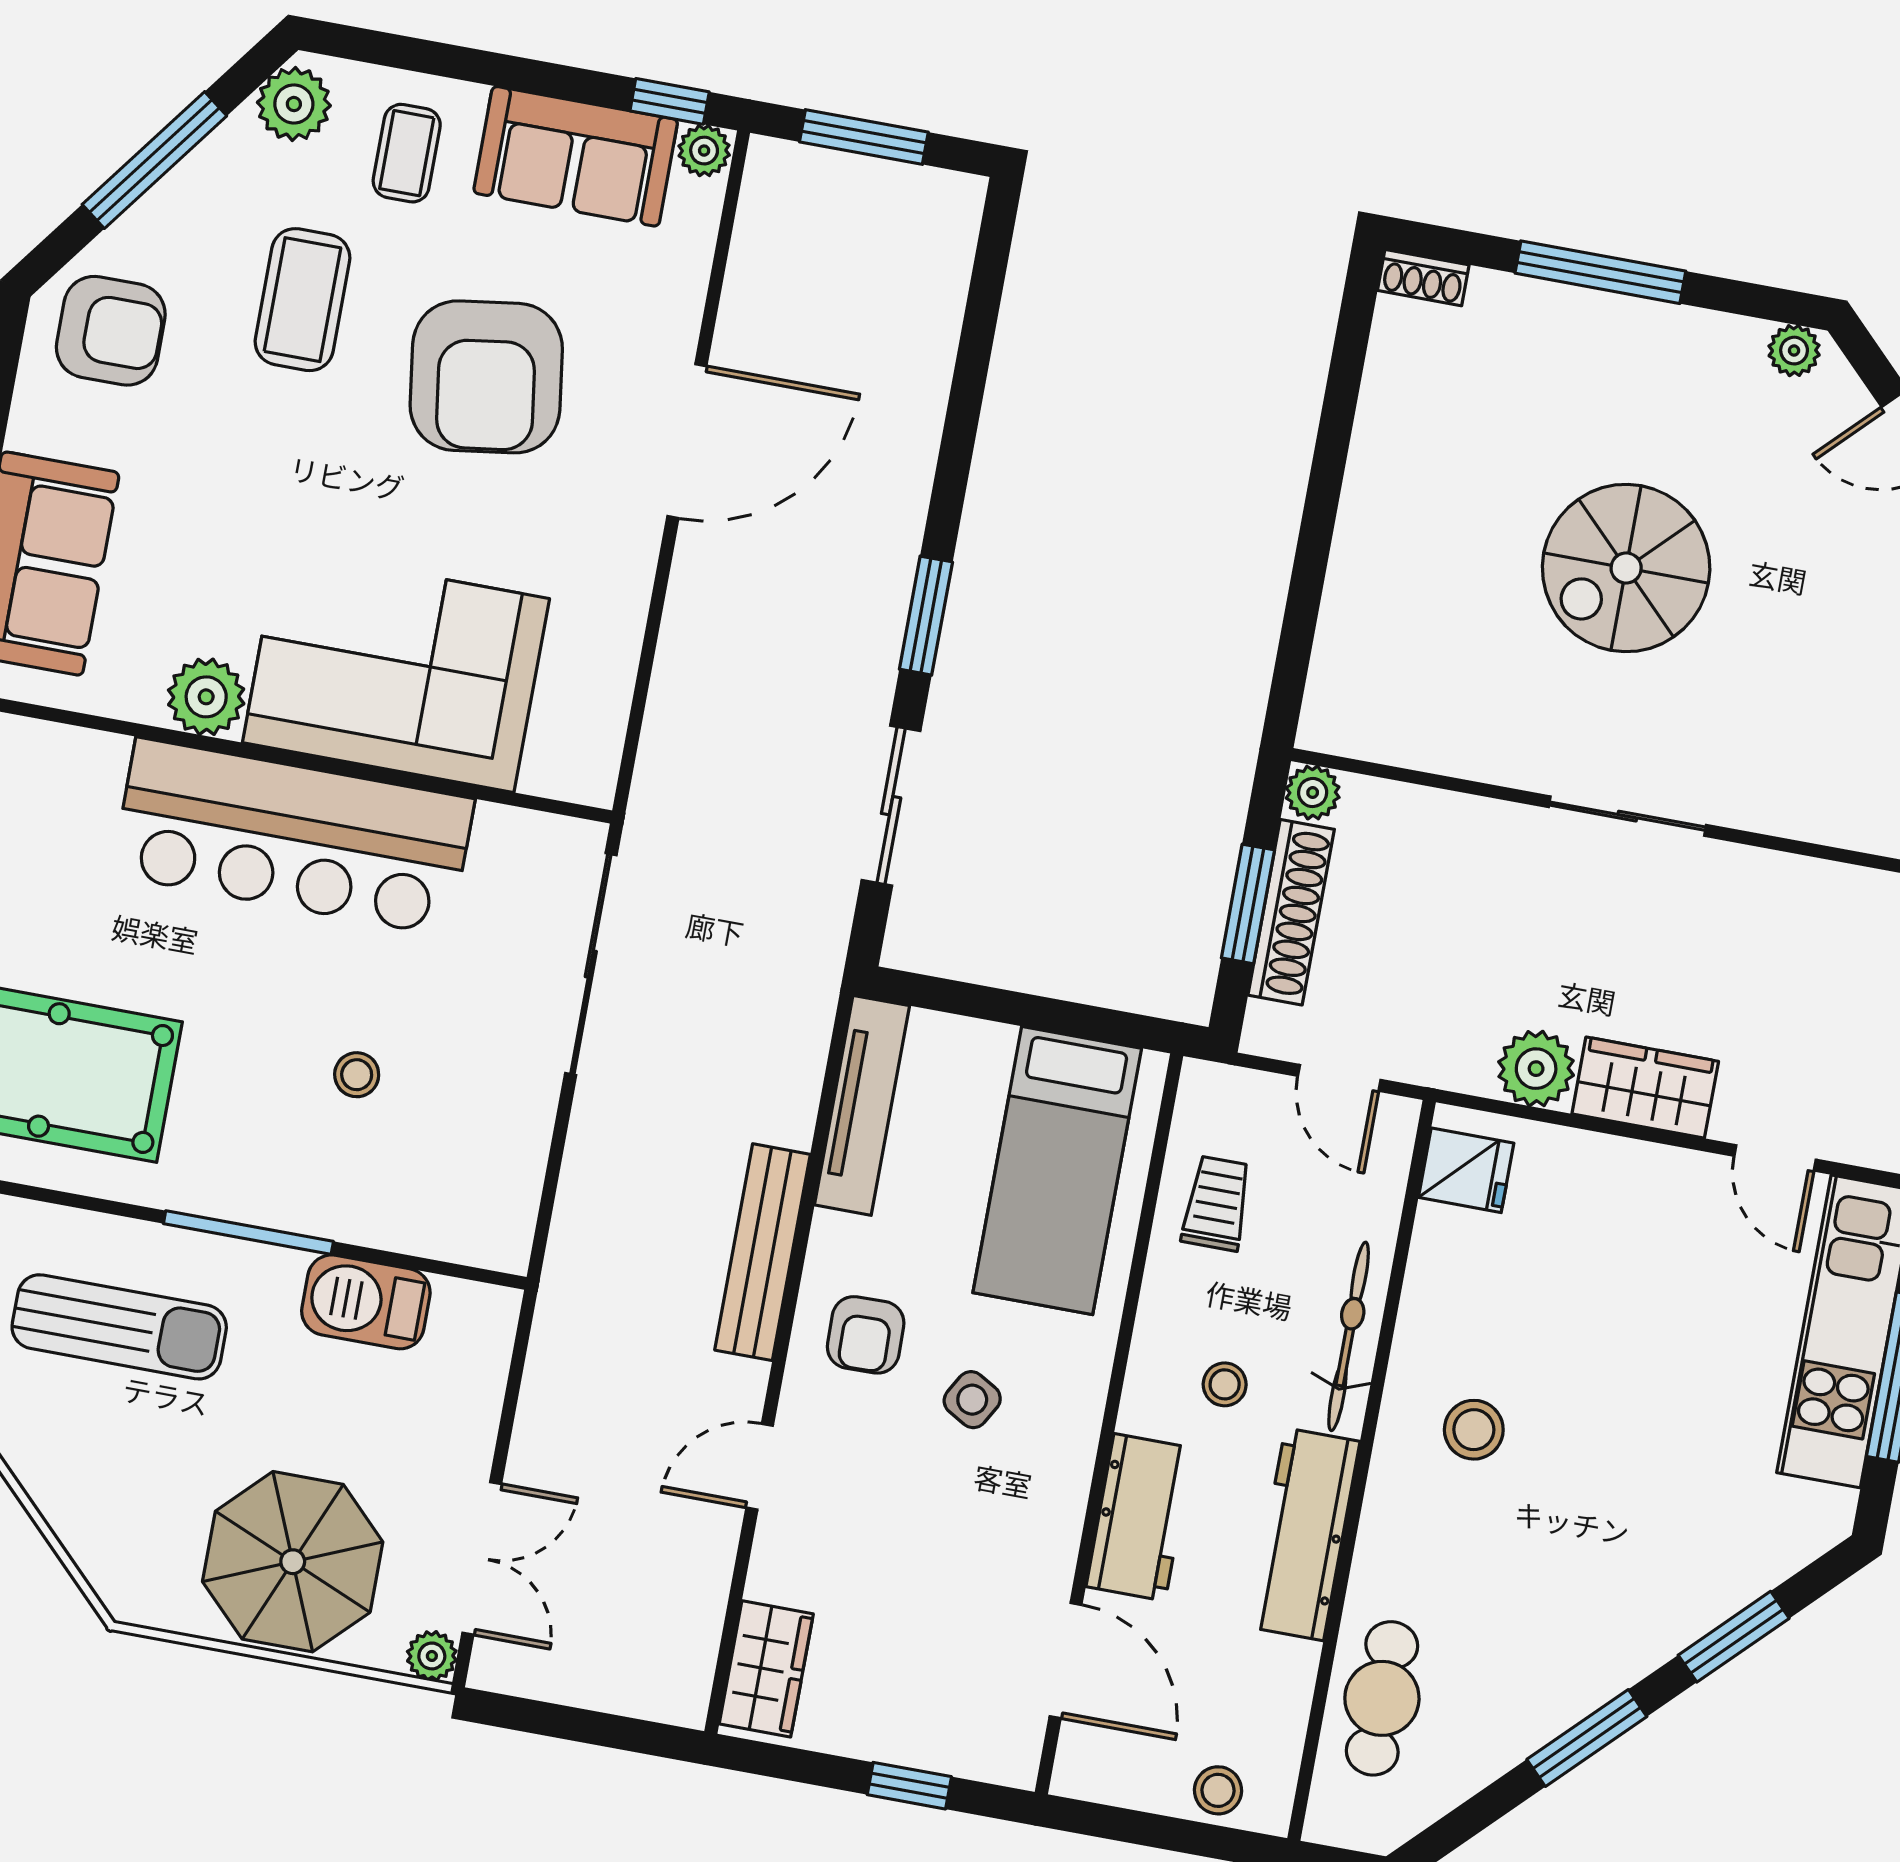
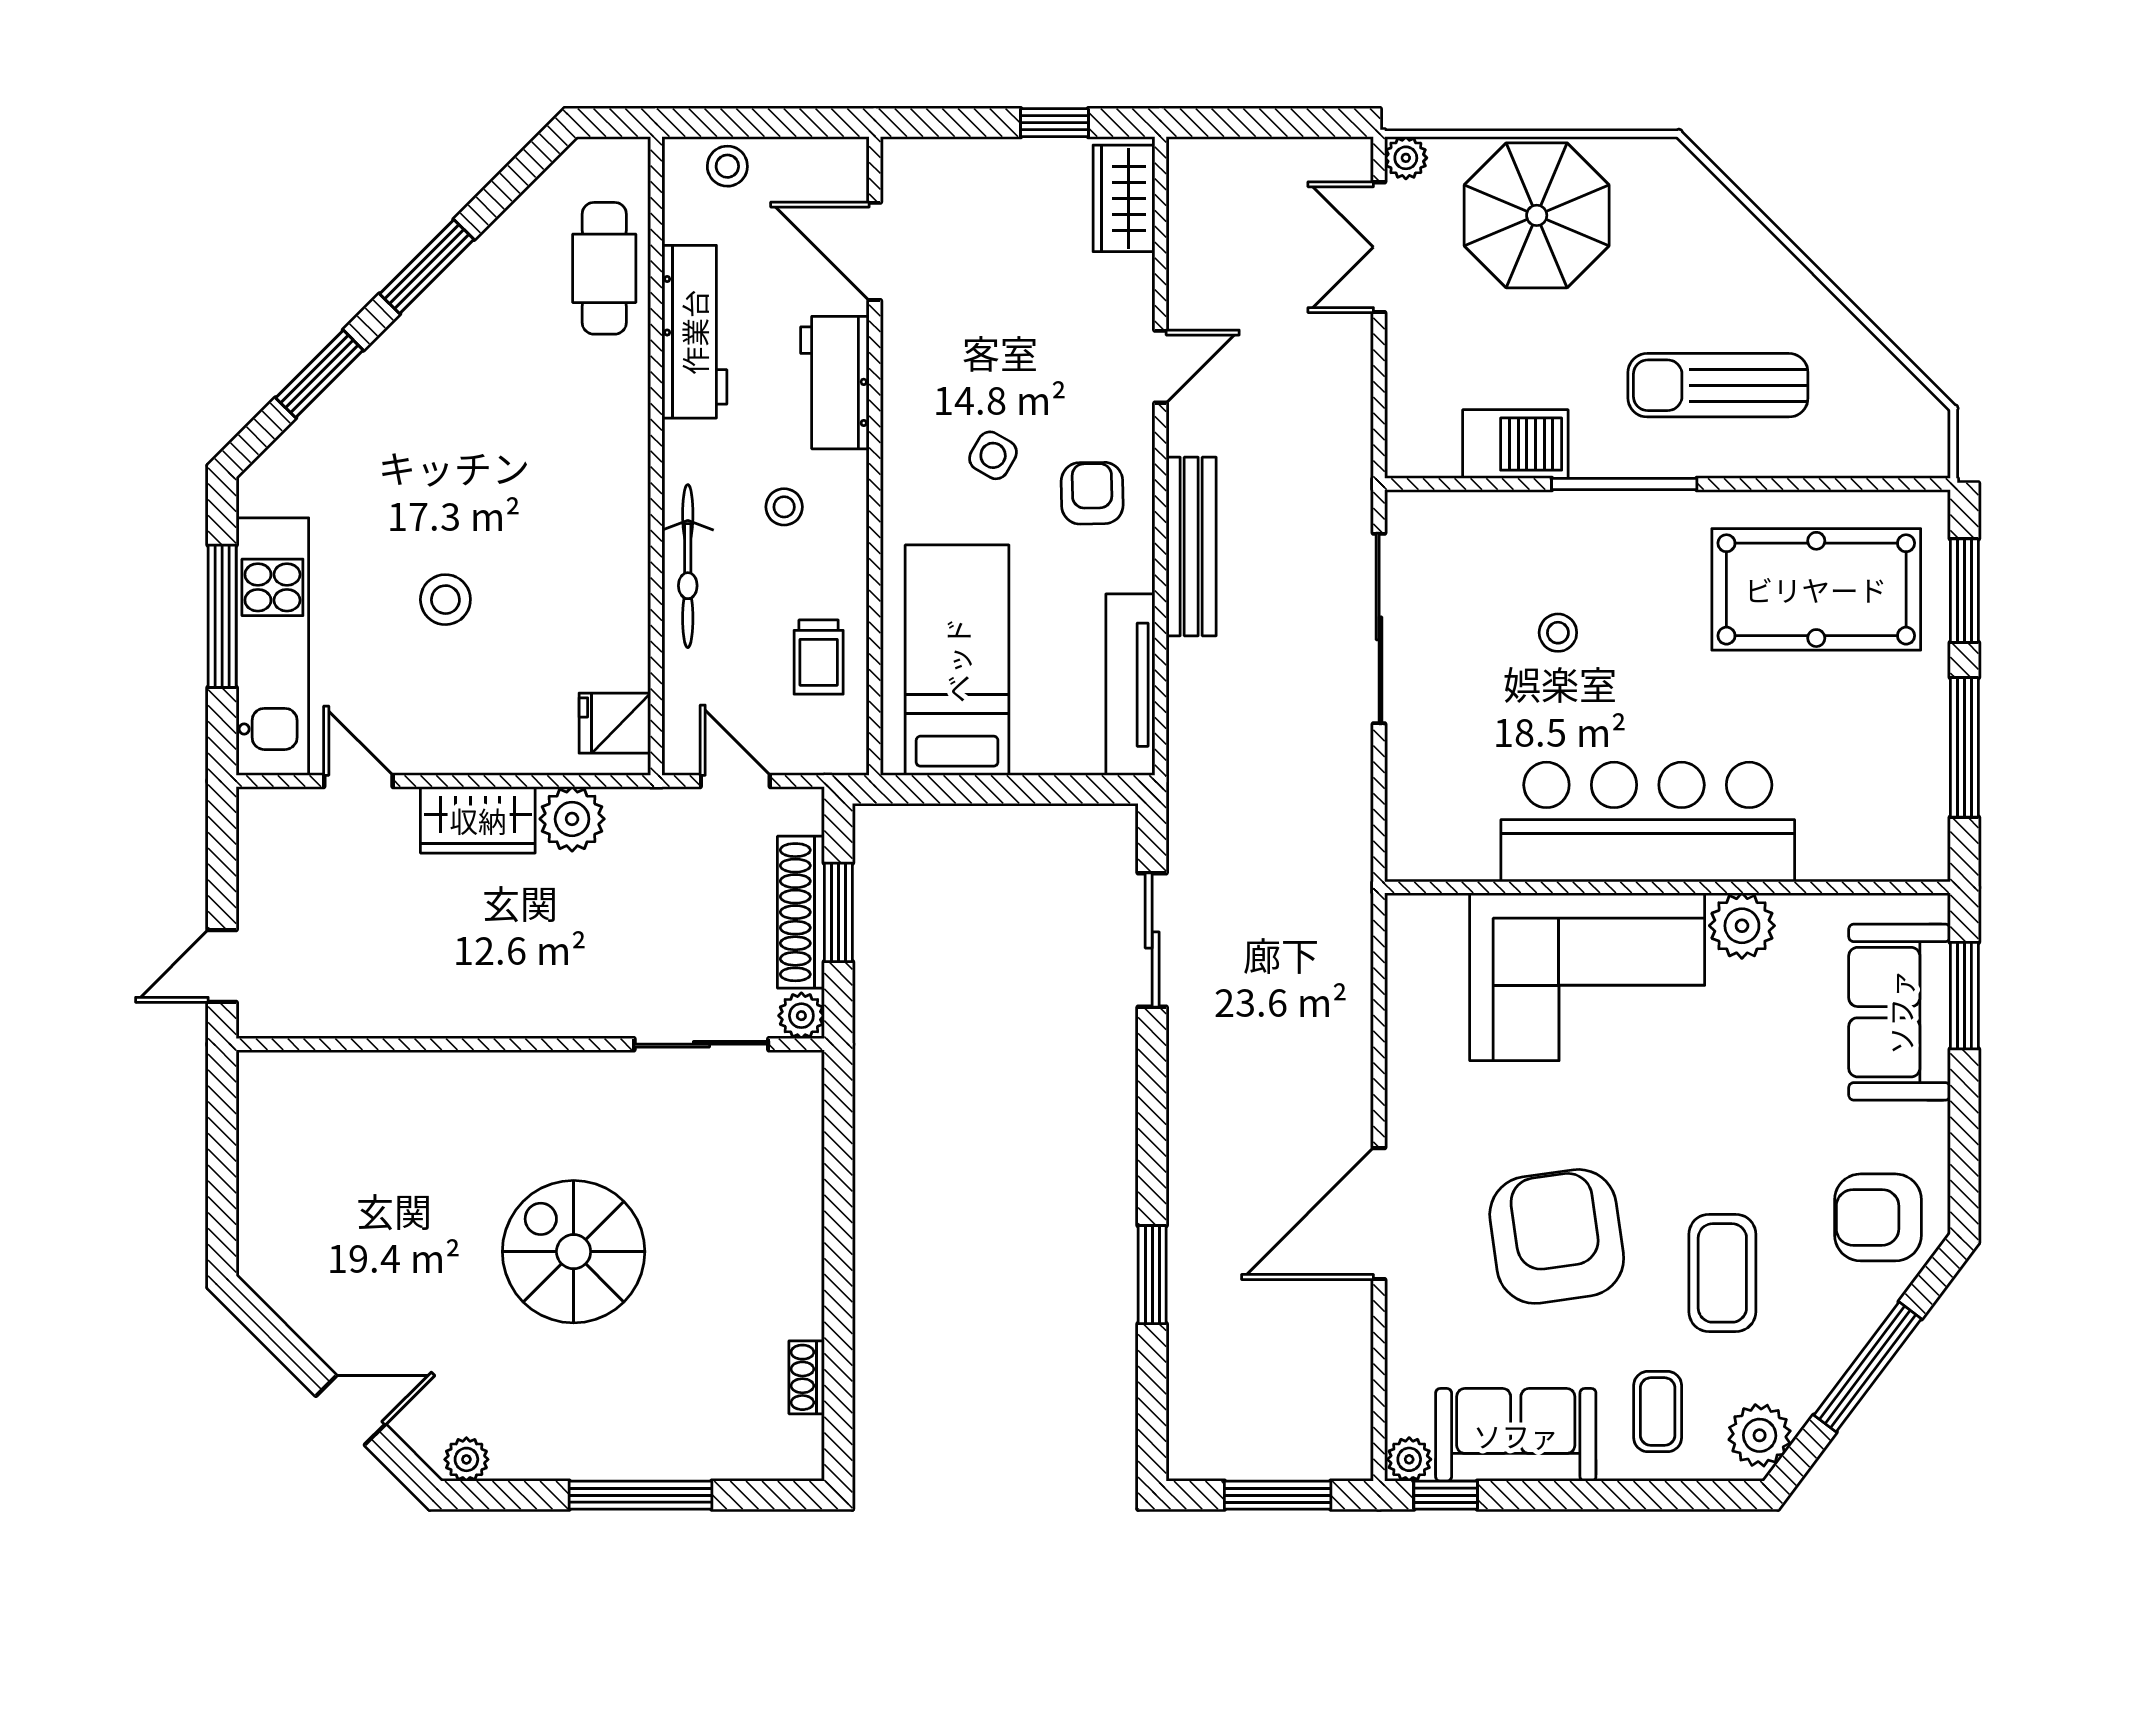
shoe rack: (1423, 278) -> (807, 1377), moved, turned -90
spiral stairs: (1626, 568) -> (574, 1252), turned -90
window: (926, 616) -> (1152, 1275), moved
sliding door: (1627, 816) -> (701, 1044), moved
sliding door: (591, 964) -> (1379, 628), moved
stool: (1474, 1430) -> (445, 600), moved
workbench: (1304, 1534) -> (694, 332), moved
window: (909, 1786) -> (1054, 123), moved

